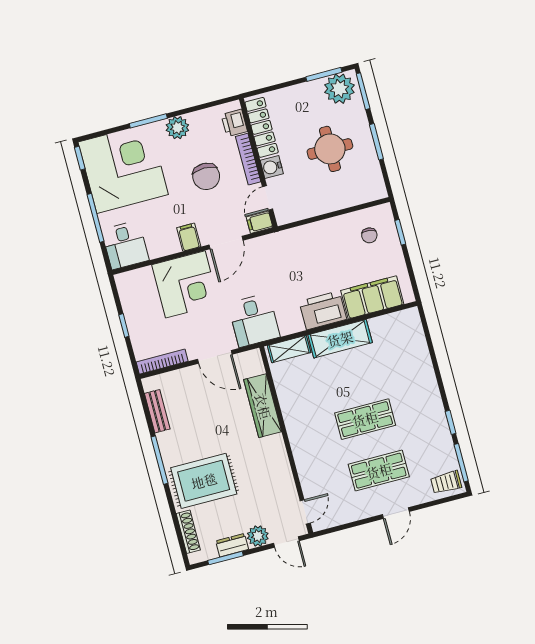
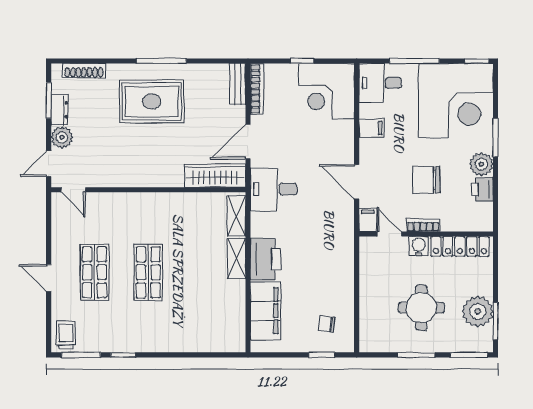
plant: (339, 89) -> (478, 311), moved
printer: (234, 123) -> (482, 189), moved, turned -90
bookcase: (248, 159) -> (423, 225), width x0.64
filing cabinet: (189, 237) -> (372, 128), moved
corner desk: (185, 284) -> (326, 91), moved
shelving: (340, 339) -> (236, 258), width x0.67, depth x0.75
wardrobe: (263, 406) -> (215, 176), moved
bench: (157, 411) -> (238, 84), moved, turned 90
rug: (204, 481) -> (152, 101), moved, turned 90

